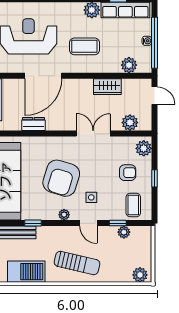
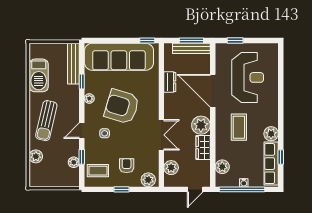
plant: (82, 89) -> (201, 125), added
armchair: (128, 173) -> (127, 166), turned 180
plant: (64, 215) -> (89, 98), moved
plant: (140, 275) -> (36, 156), moved

